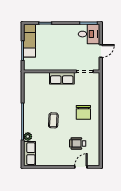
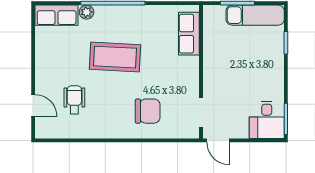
door: (101, 51) -> (218, 140), moved
row of seats: (62, 78) -> (189, 34), moved
chair: (83, 112) -> (148, 111), moved, turned 180
coffee table: (53, 120) -> (115, 57), width x1.86, depth x1.72

